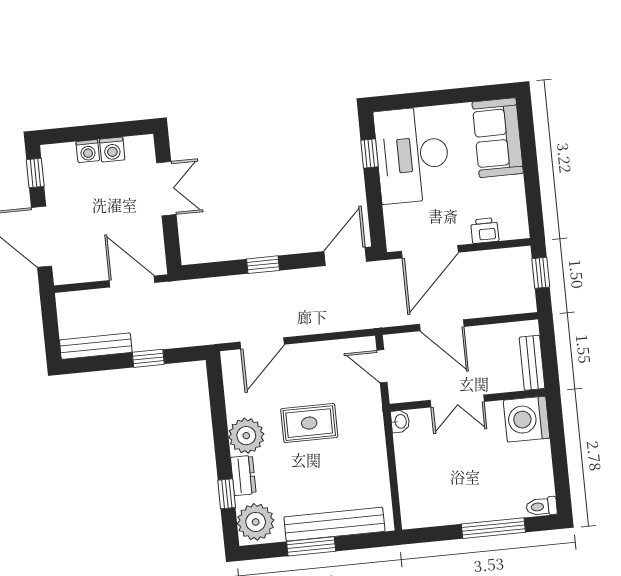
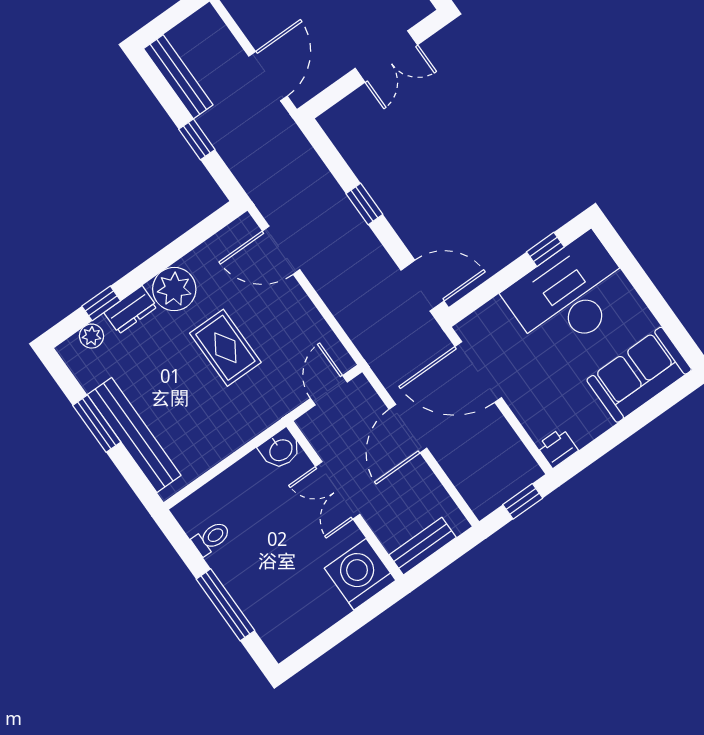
printer: (485, 231) -> (557, 448), moved, turned -90
washbasin: (400, 421) -> (280, 449), width x1.38, depth x1.45
toilet: (542, 507) -> (211, 538), moved, turned 90
plant: (256, 522) -> (92, 336), width x0.53, depth x0.53

